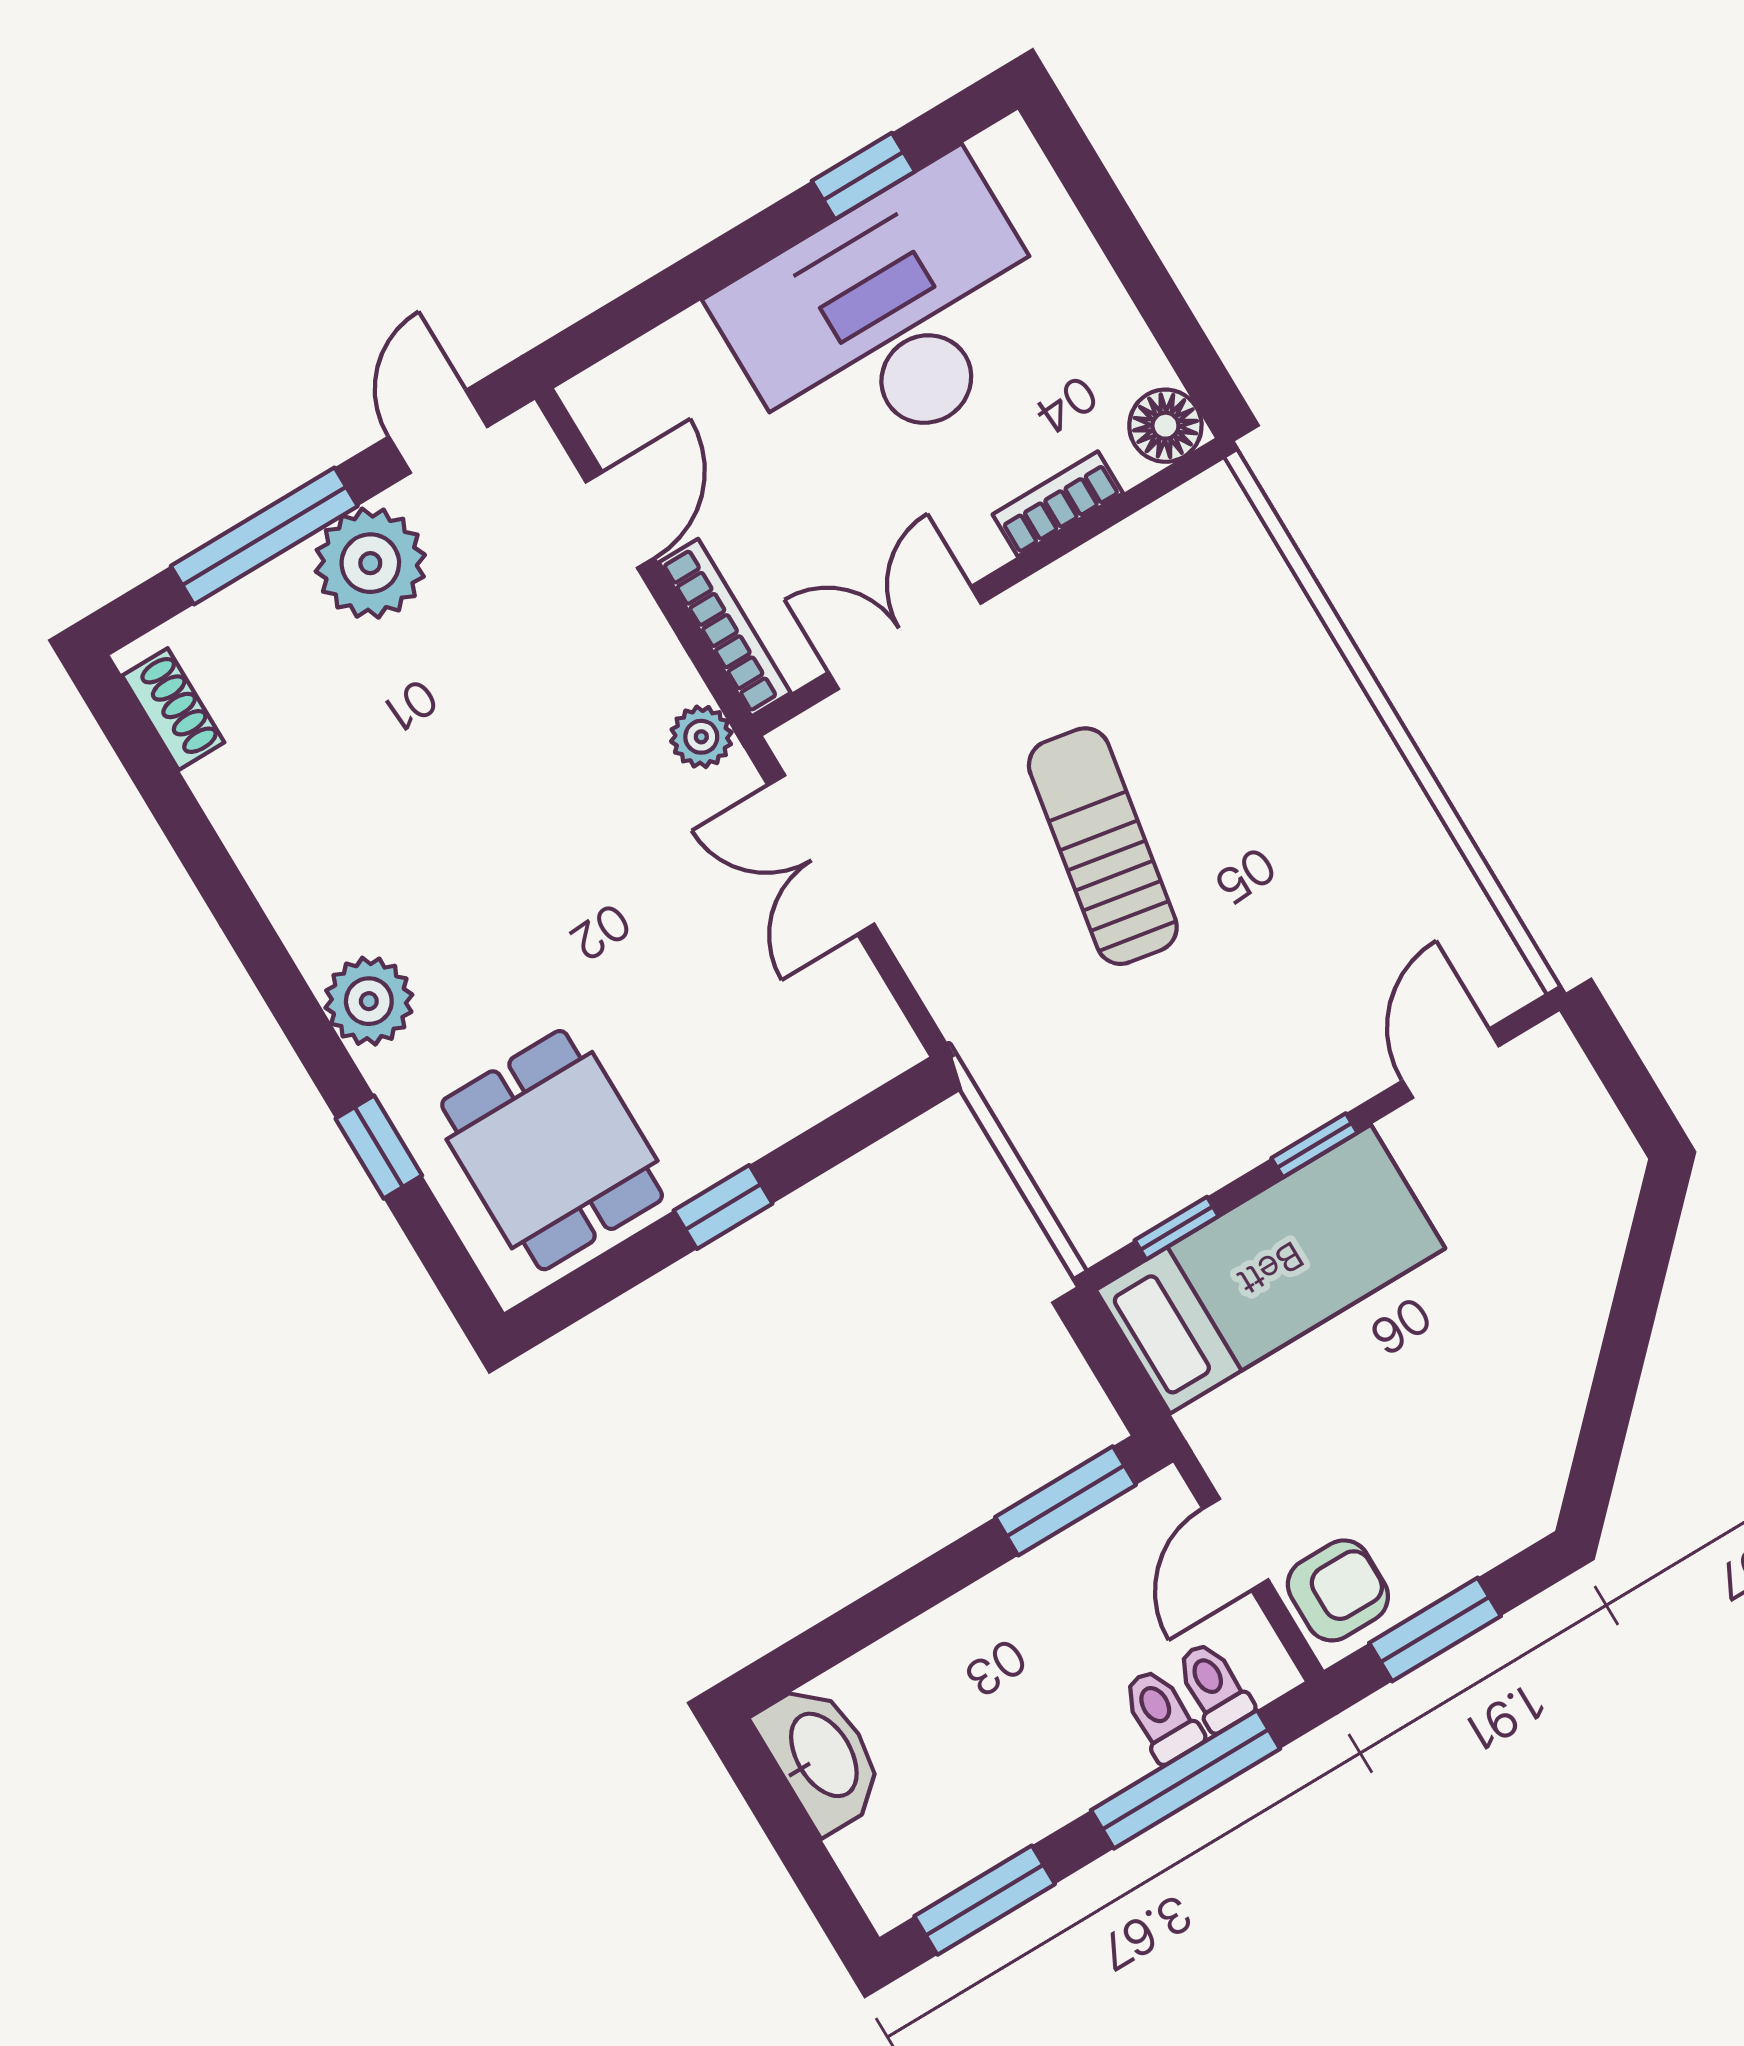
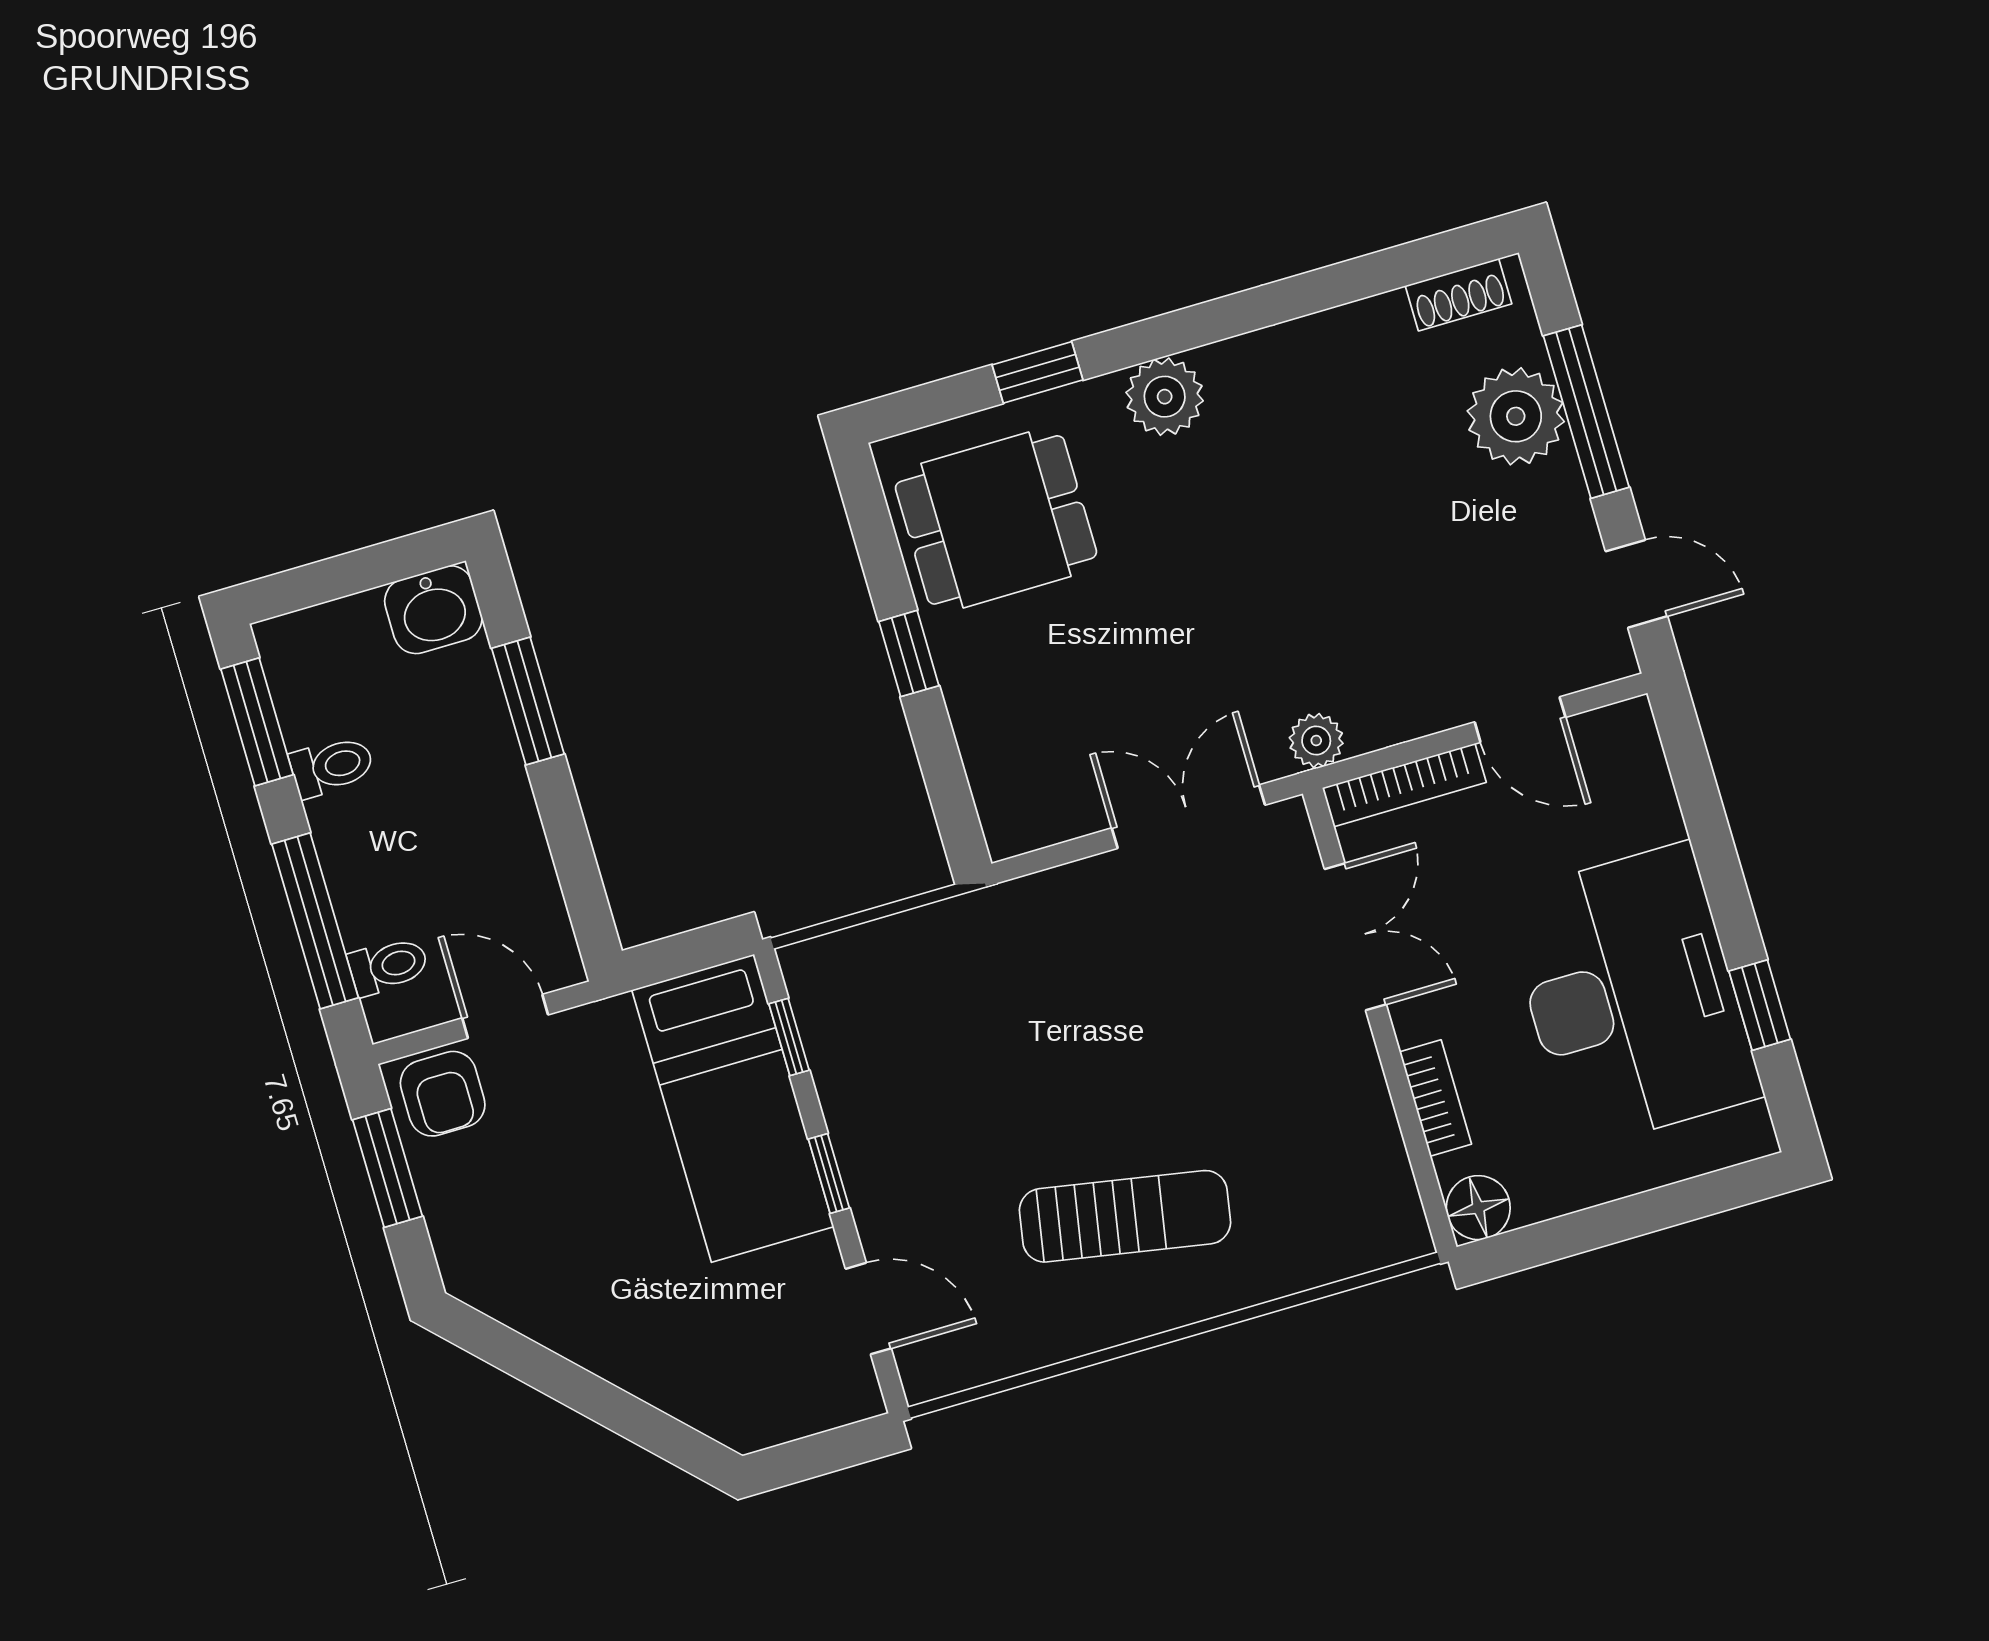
plant: (370, 563) -> (1516, 416), moved
sun lounger: (1103, 846) -> (1125, 1216), moved
window: (1066, 1501) -> (528, 701), moved
toilet: (1162, 1715) -> (332, 766), moved
washbasin: (822, 1756) -> (433, 610), width x0.72

